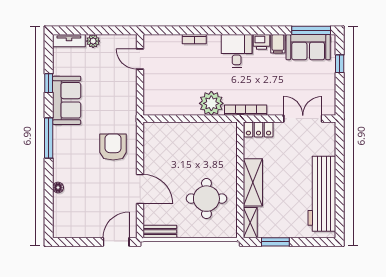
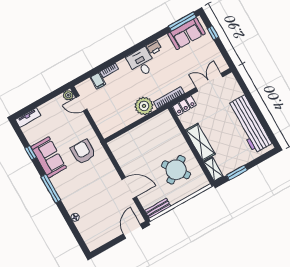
plant: (93, 41) -> (68, 95), moved
filing cabinet: (278, 44) -> (98, 81), moved
armchair: (113, 147) -> (83, 152), moved
round table: (206, 199) -> (176, 170), turned -35

